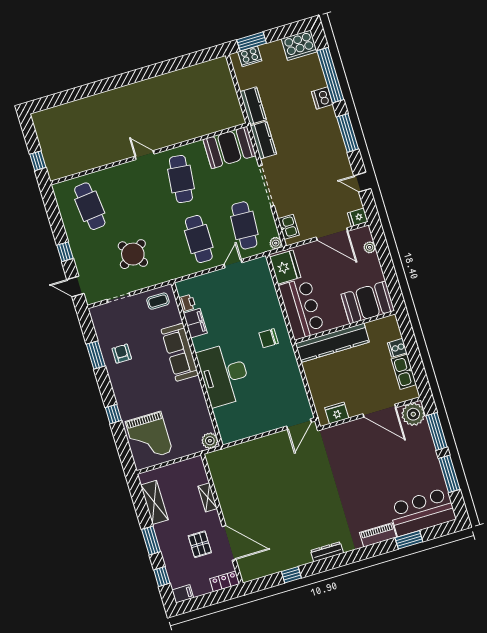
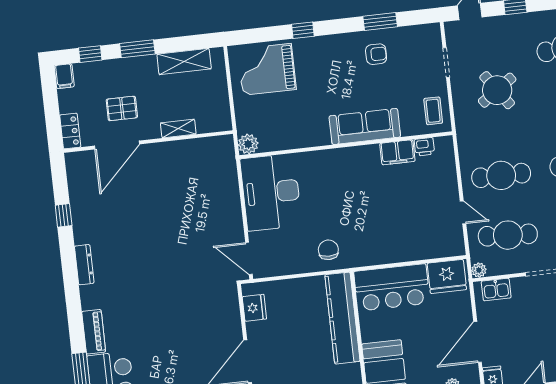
chair: (269, 338) -> (328, 250), moved
desk: (224, 375) -> (271, 192), moved, turned -90

